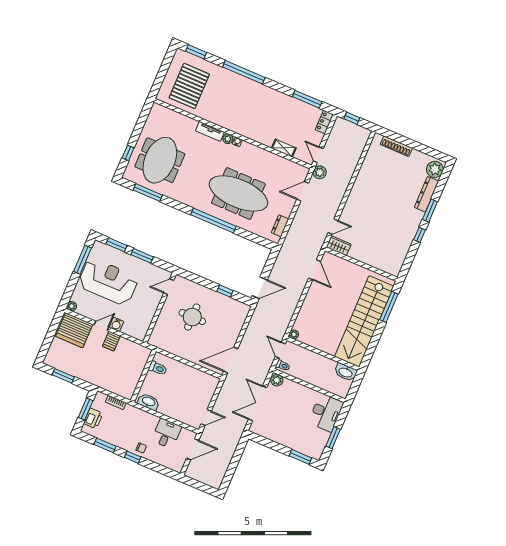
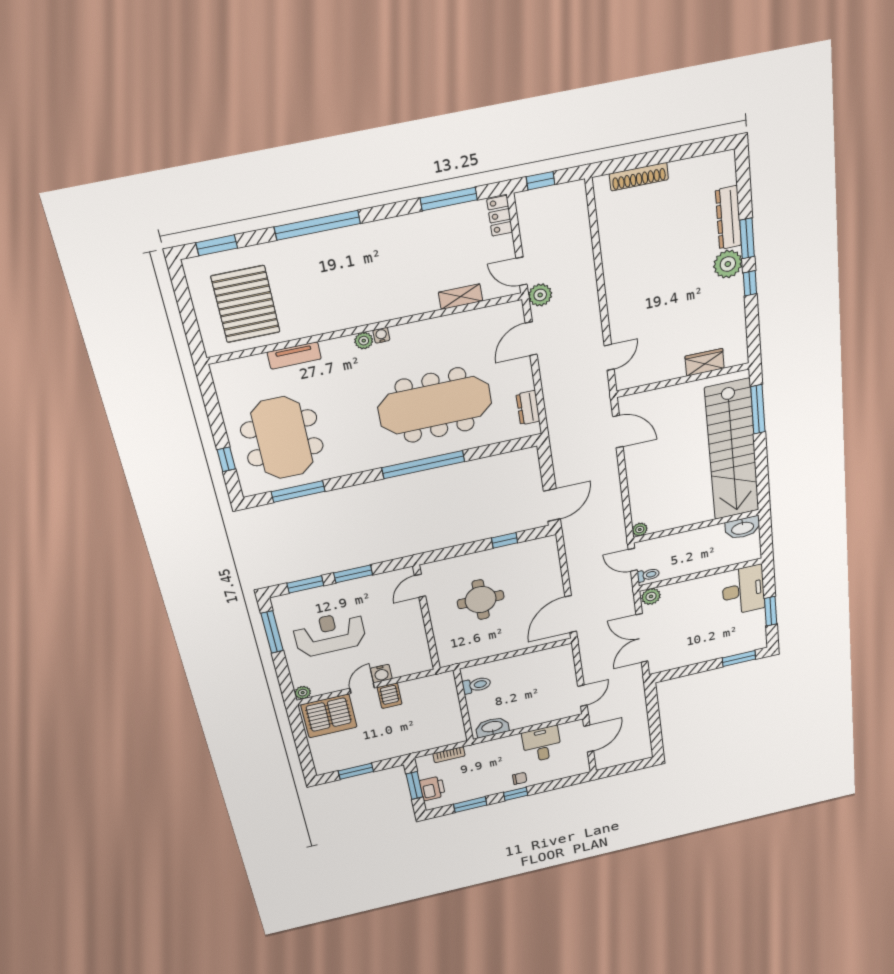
tv unit: (210, 131) -> (294, 355), moved
plant: (435, 169) -> (728, 264), moved
wardrobe: (339, 246) -> (705, 362), moved
reception desk: (108, 282) -> (330, 634), width x0.74, depth x0.77

